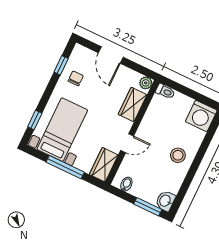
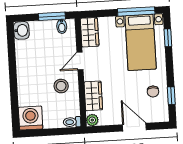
stool: (178, 155) -> (61, 86), moved
window: (65, 167) -> (136, 11), moved
window: (148, 207) -> (52, 16), moved

